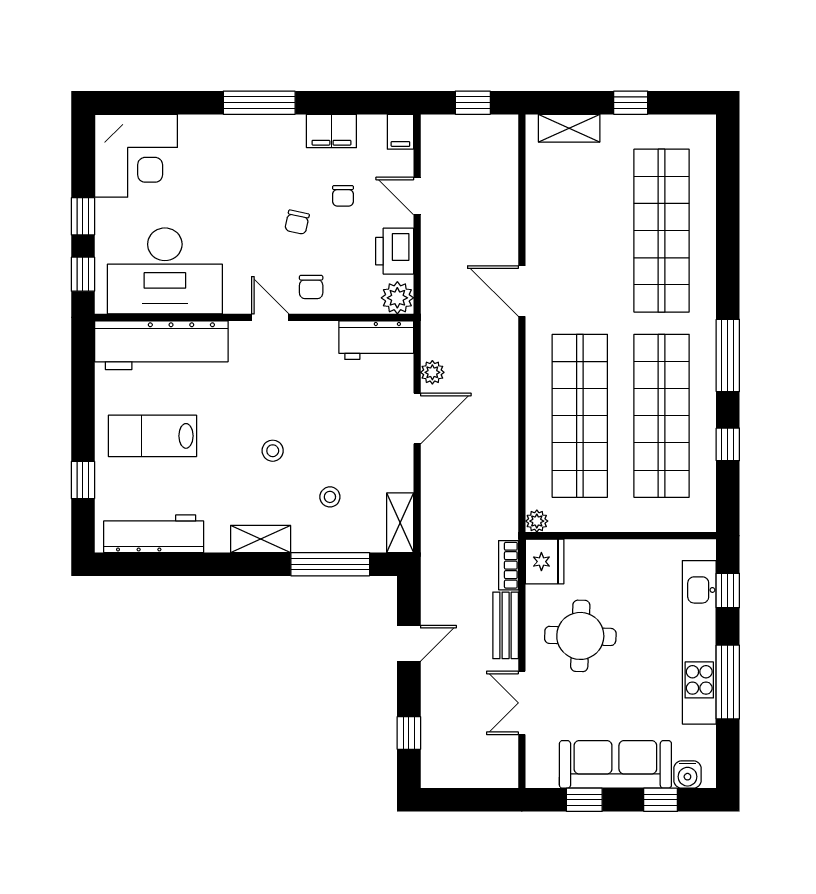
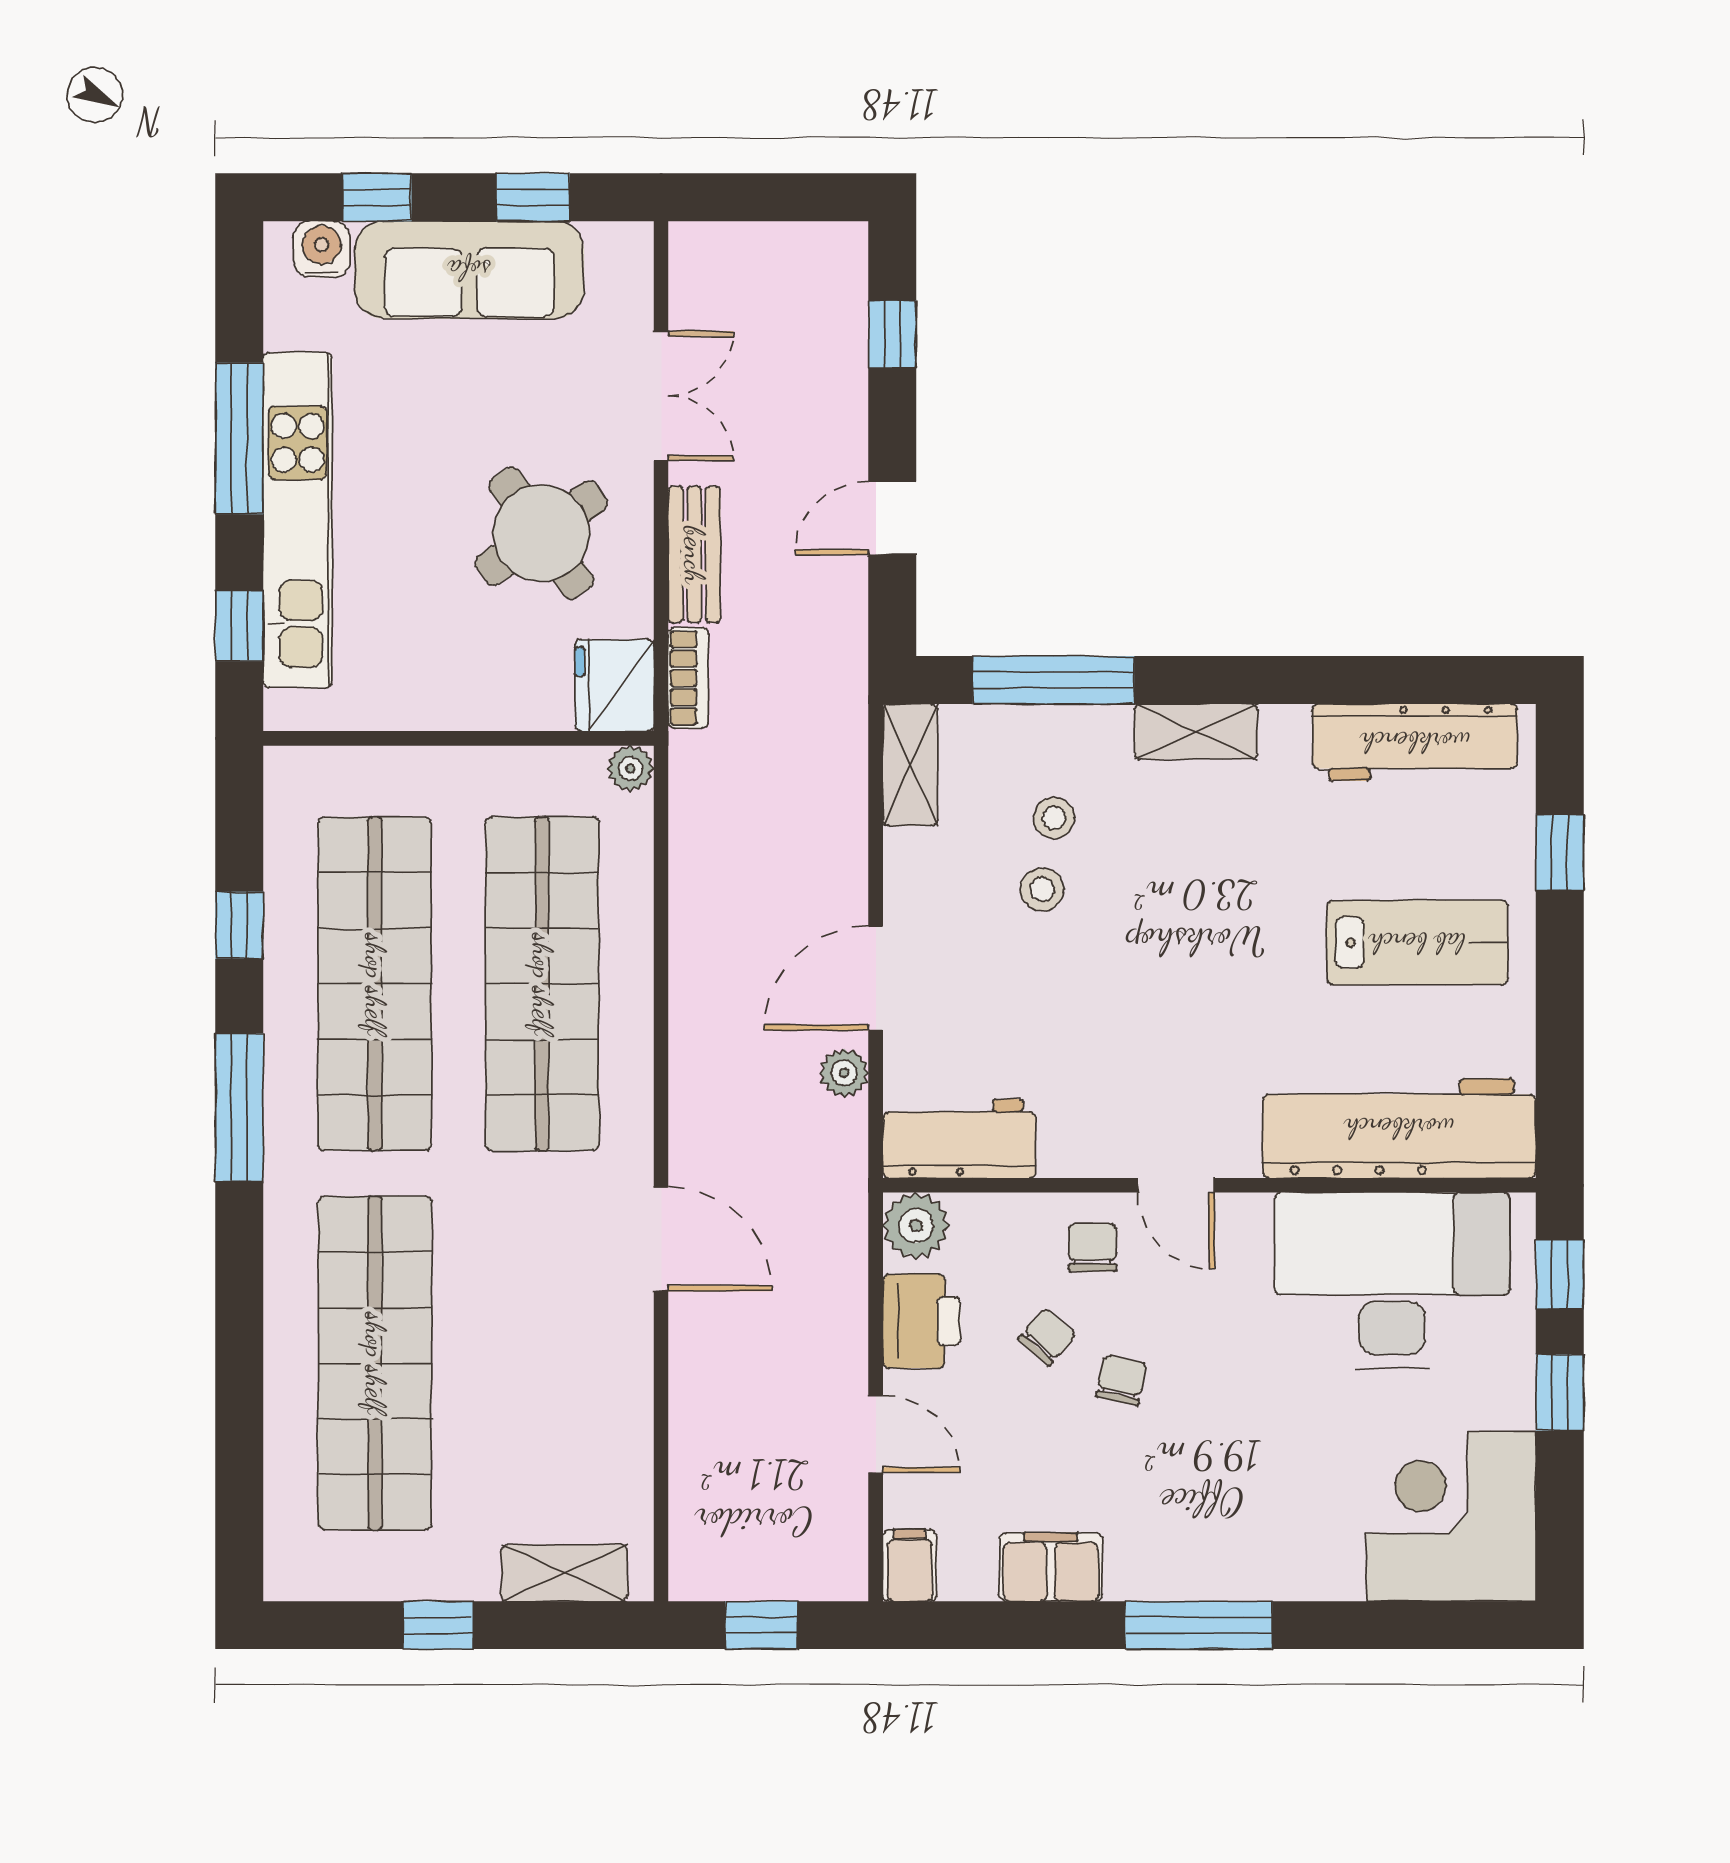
chair: (343, 196) -> (1047, 1337), moved, turned 41
stool: (273, 451) -> (1042, 889), moved
round table: (580, 636) -> (541, 533), turned -37

